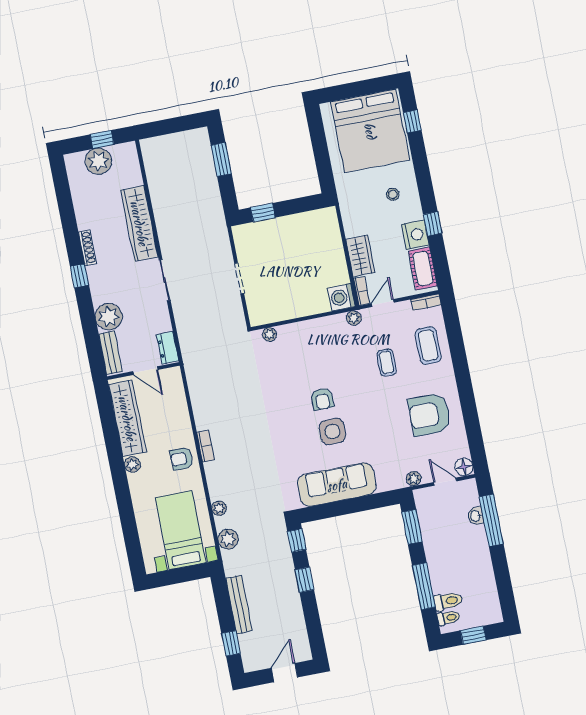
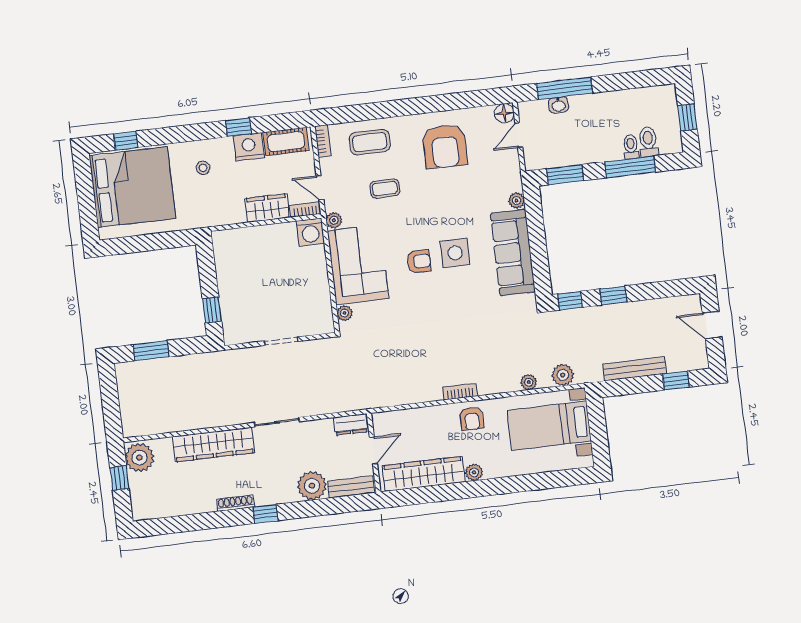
plant: (98, 161) -> (139, 458), moved
corner sofa: (315, 343) -> (358, 265), added
plant: (414, 479) -> (517, 201), moved
toilet: (449, 618) -> (631, 147), moved

